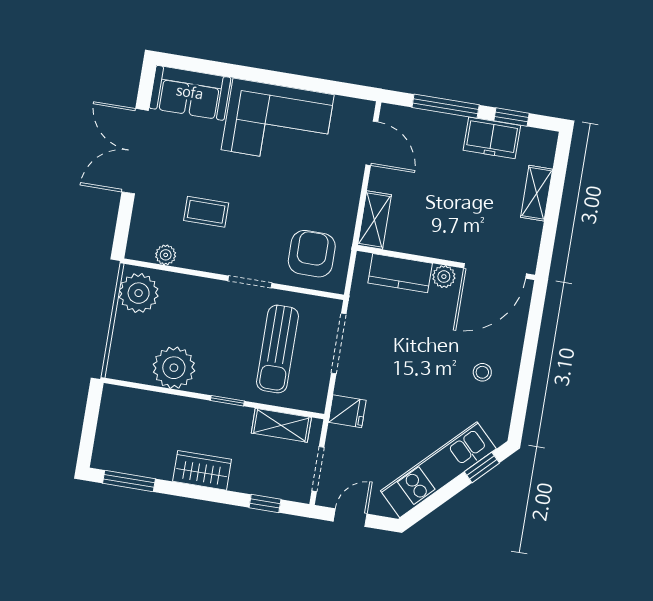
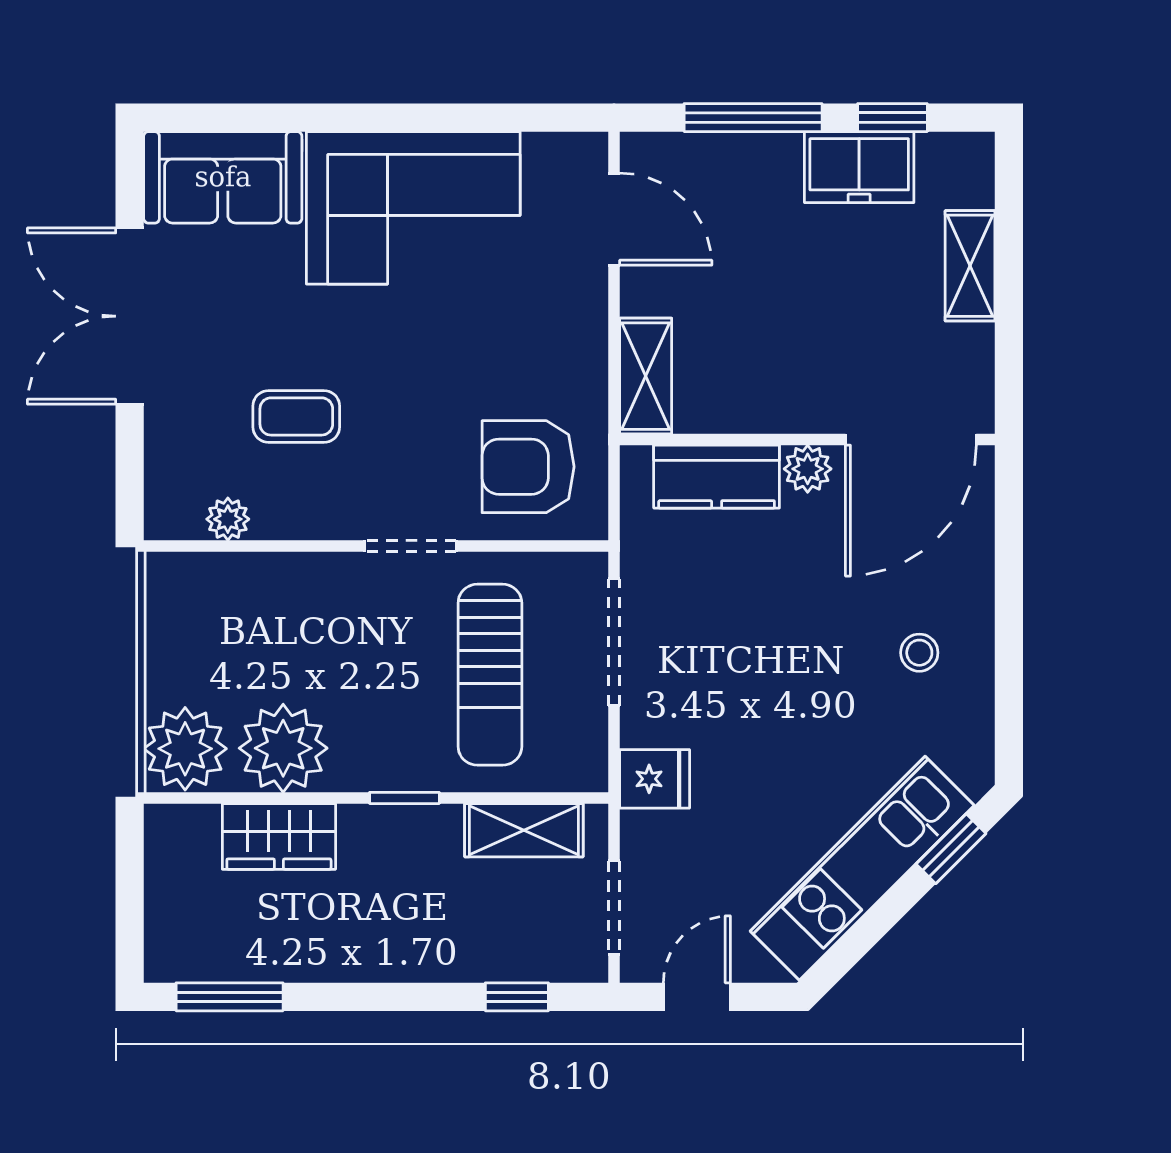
armchair: (312, 254) -> (528, 467), turned -90
plant: (139, 293) -> (185, 749), moved
wardrobe: (202, 470) -> (279, 836), moved, turned 180

